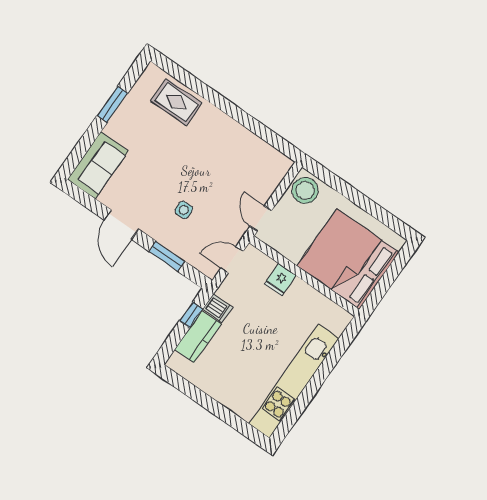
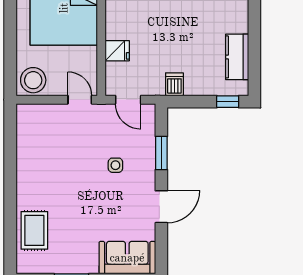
door: (261, 219) -> (80, 100), swing flipped
window: (191, 315) -> (228, 102), moved
kitchen counter: (198, 337) -> (237, 57), moved, turned -90

